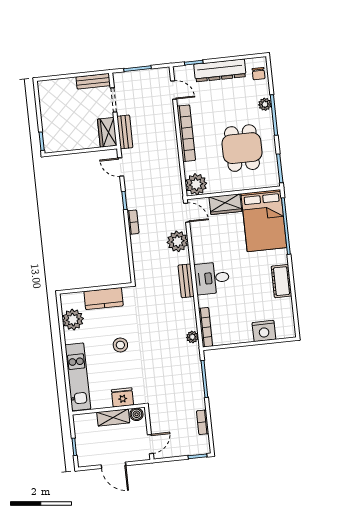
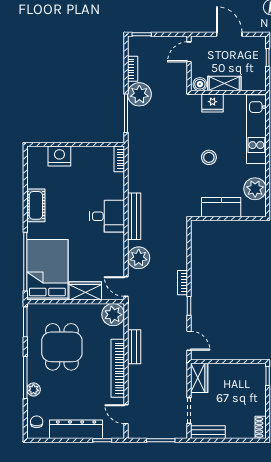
shoe rack: (43, 91) -> (261, 427), added
bench: (125, 132) -> (134, 347), moved
bench: (186, 281) -> (134, 216), width x1.36
bookcase: (206, 327) -> (119, 159), width x0.64
plant: (192, 337) -> (139, 94), moved, width x1.88, depth x1.88

